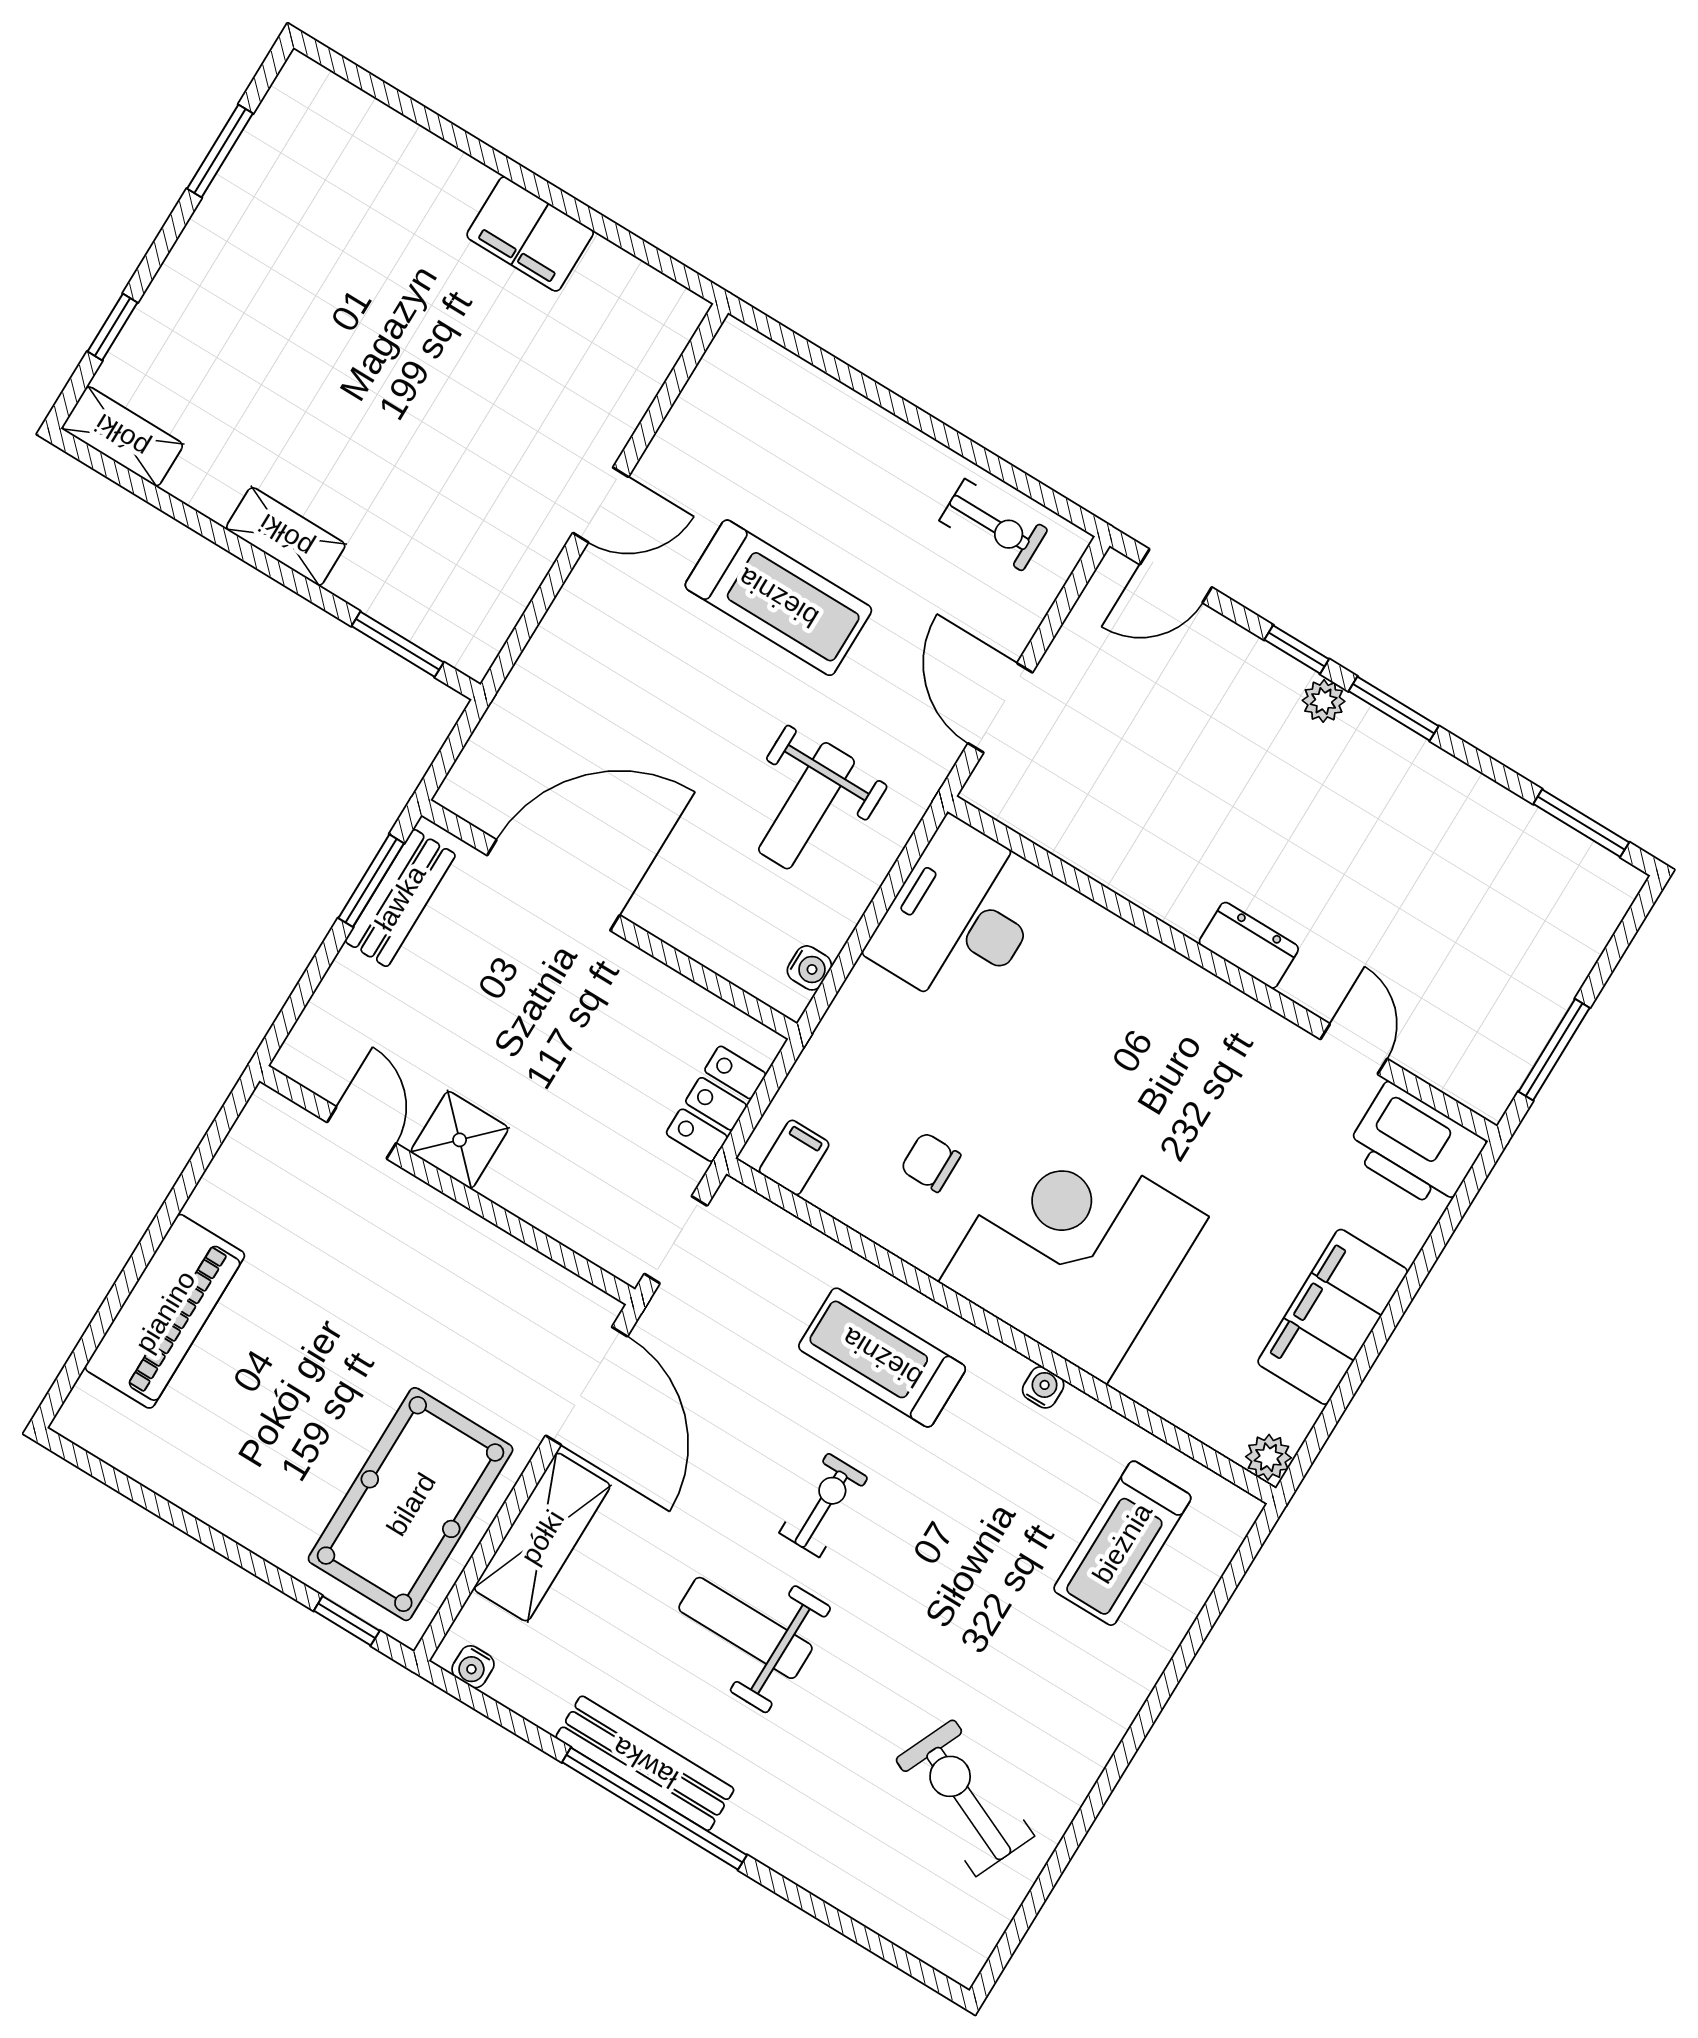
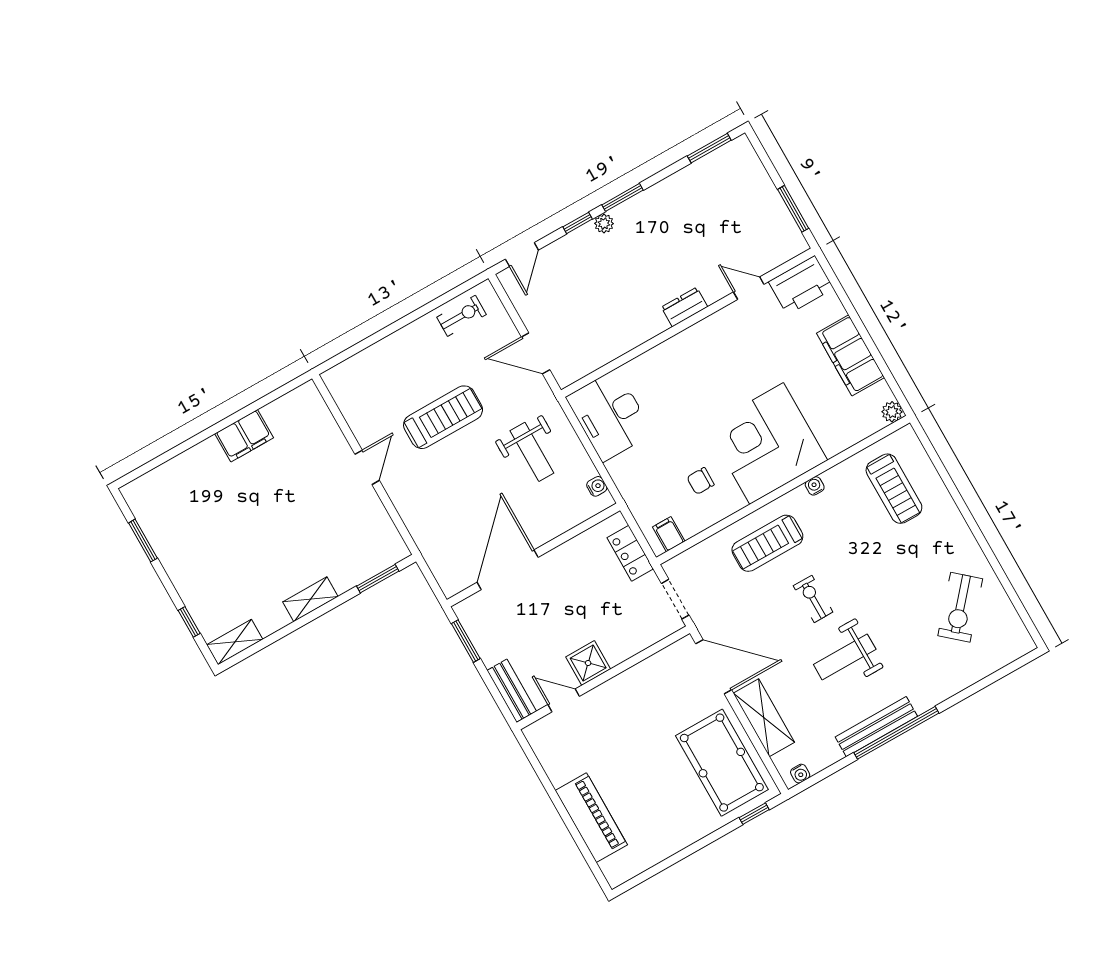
bench: (400, 898) -> (512, 691), moved
exercise bike: (965, 1798) -> (960, 607), turned -73

